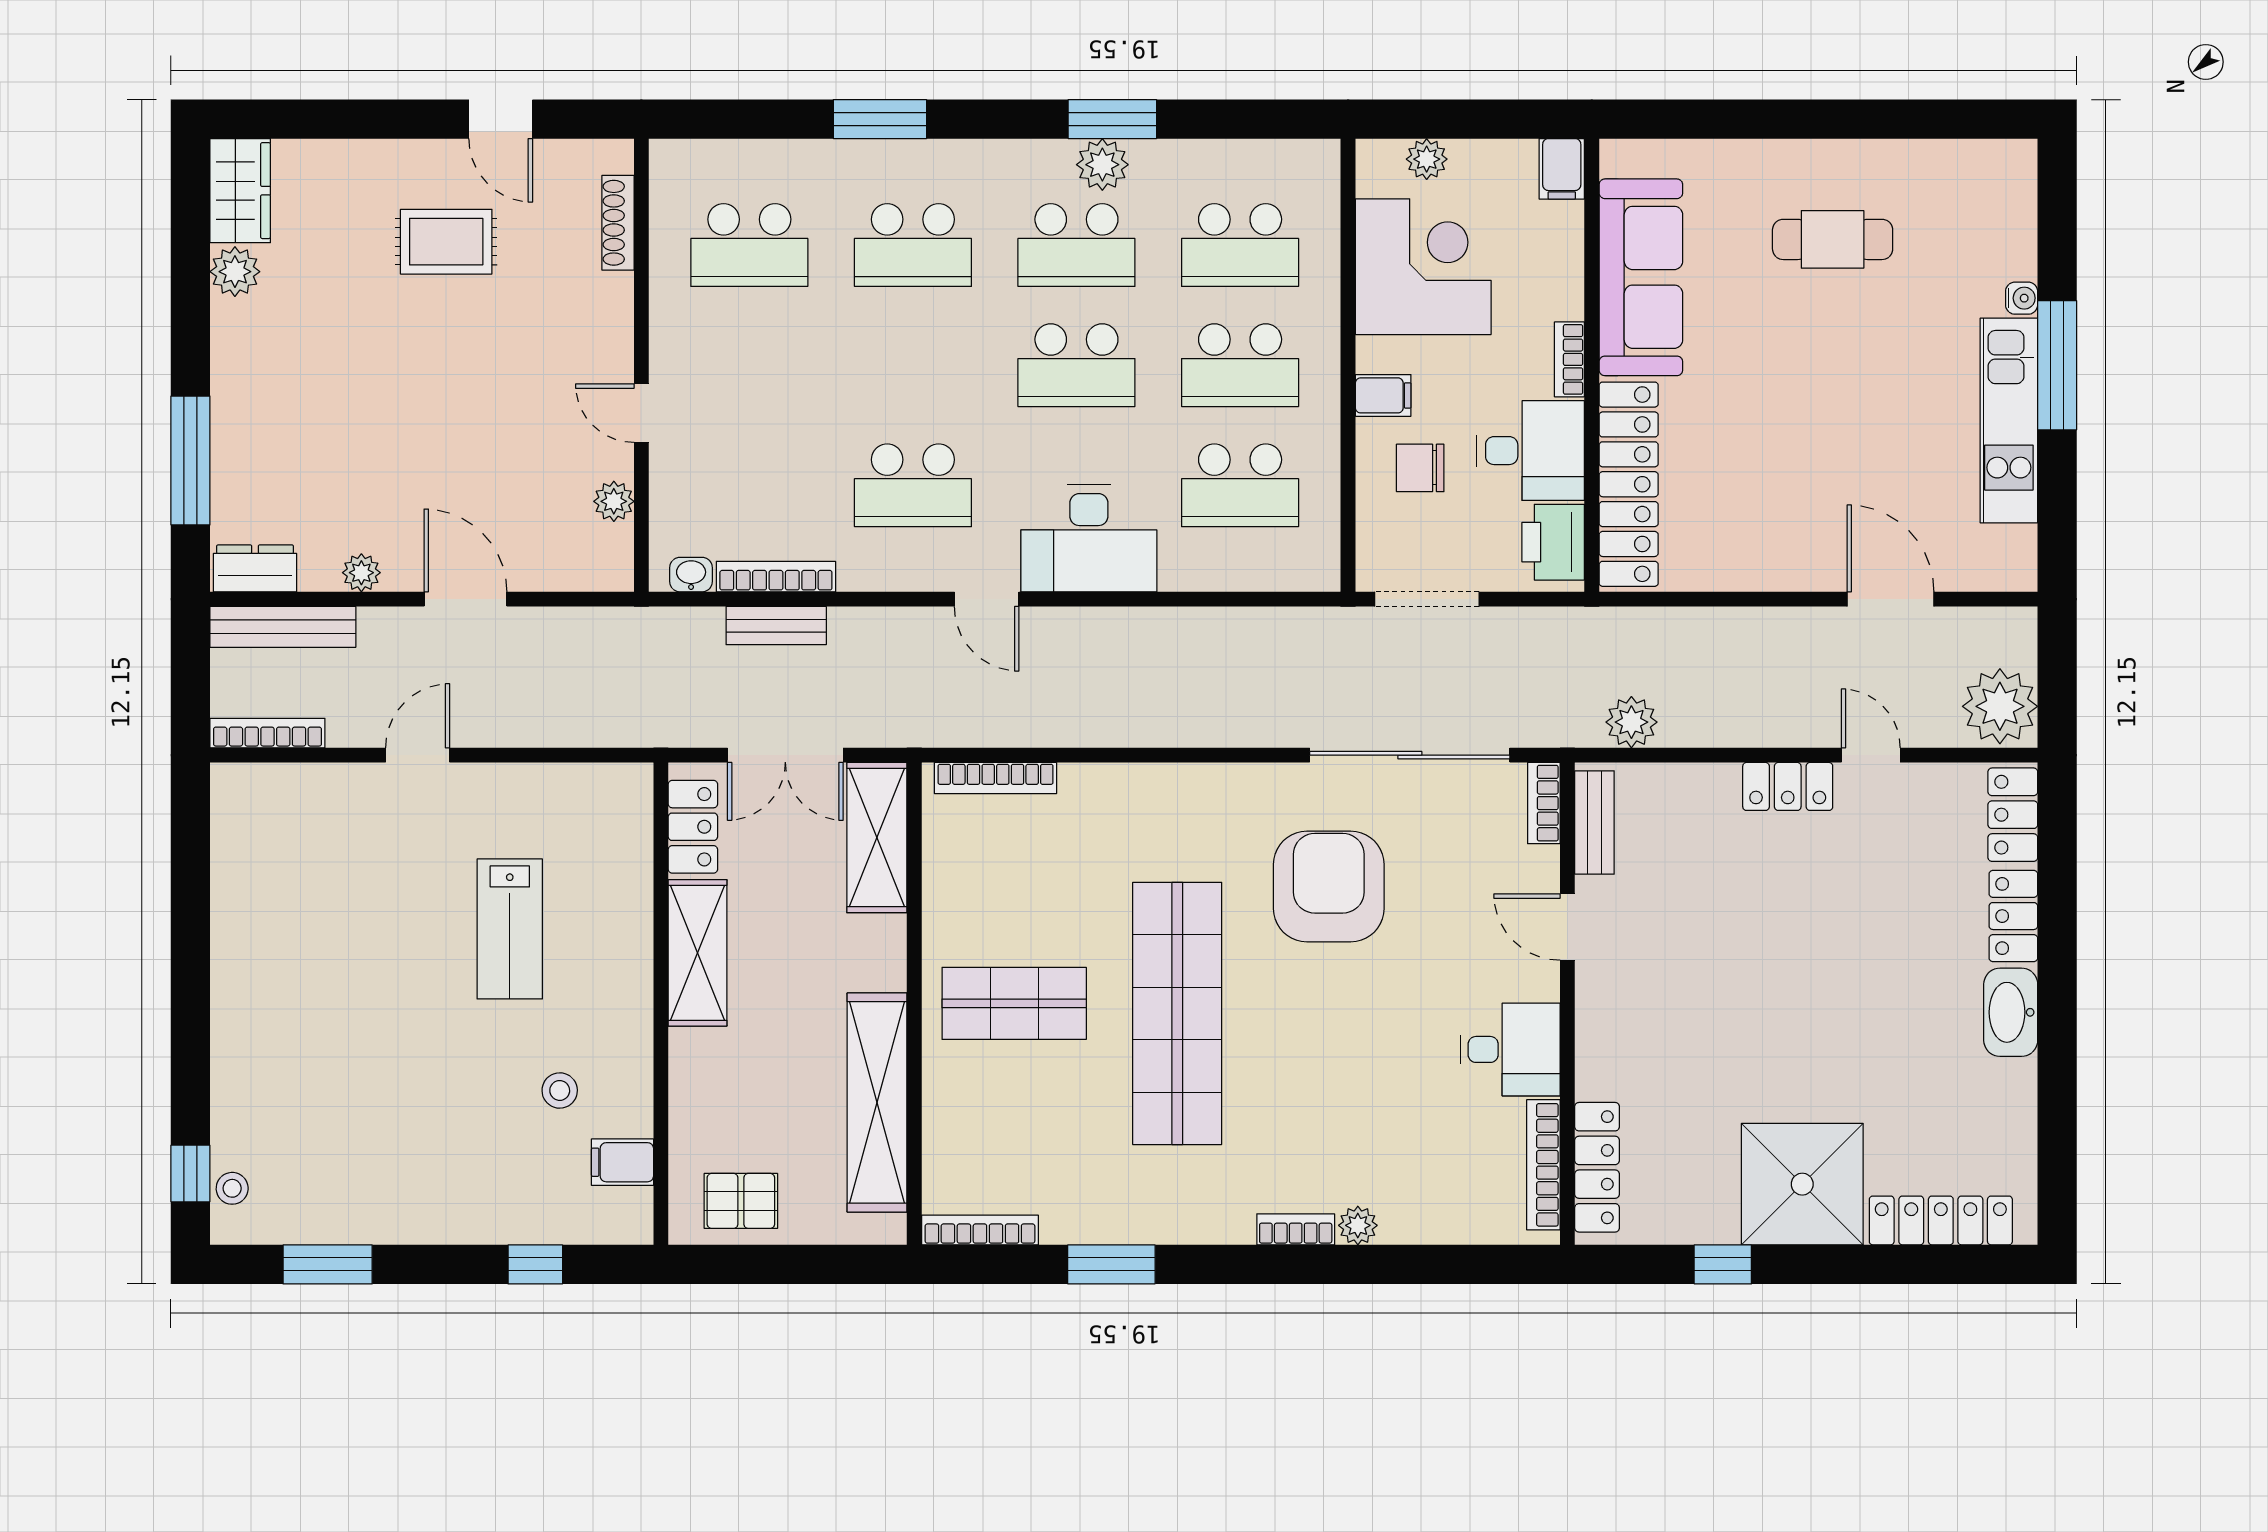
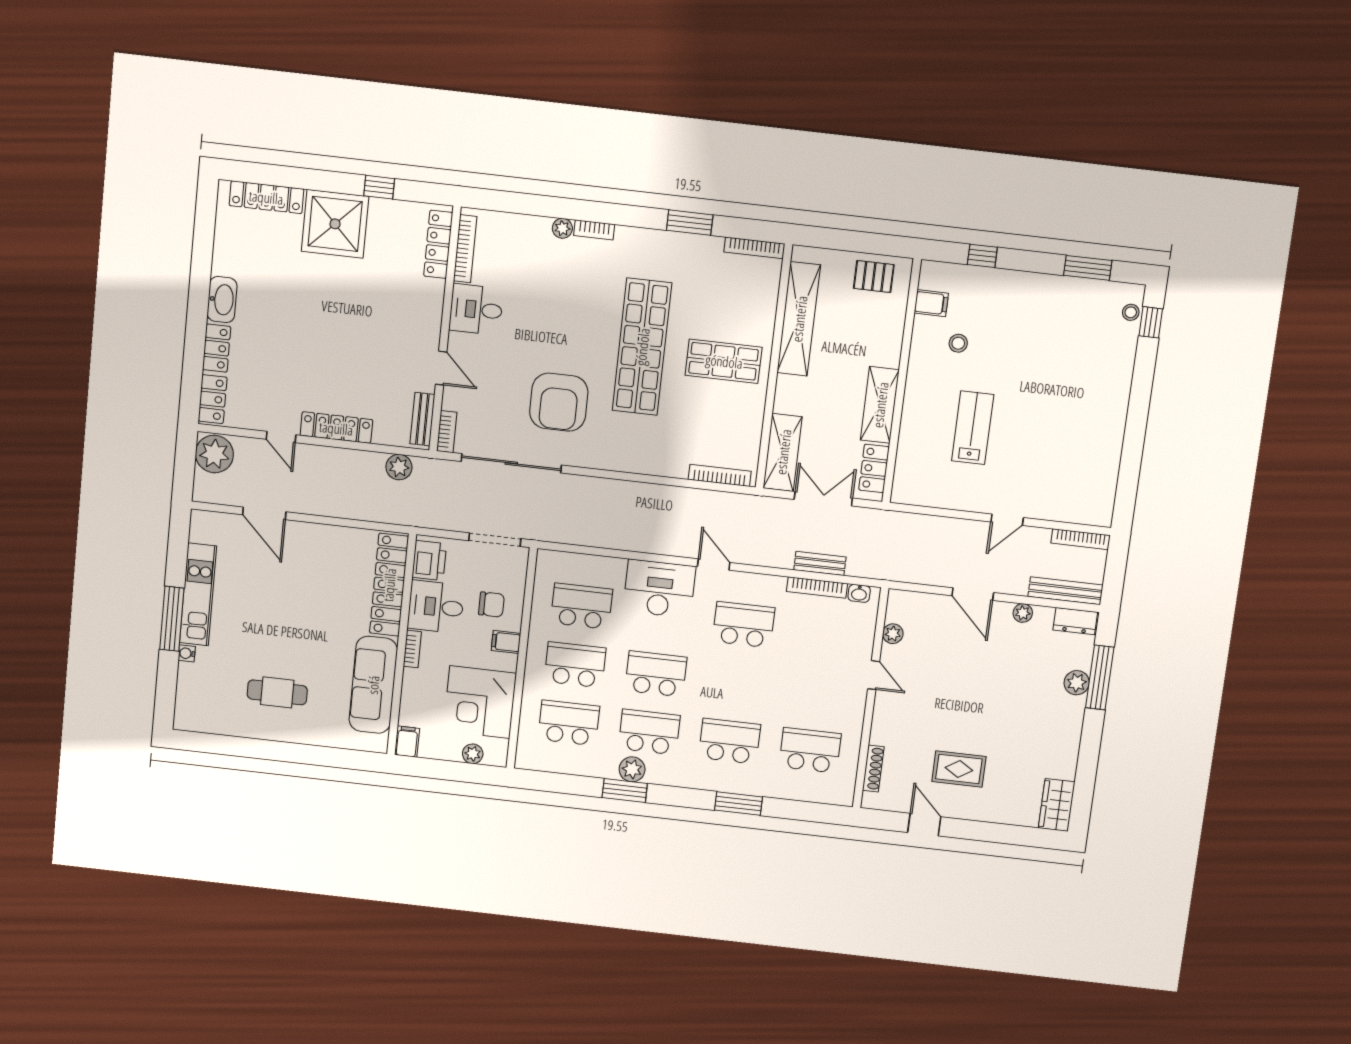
plant: (235, 272) -> (1077, 683), moved
locker: (1788, 786) -> (336, 428), width x1.53

